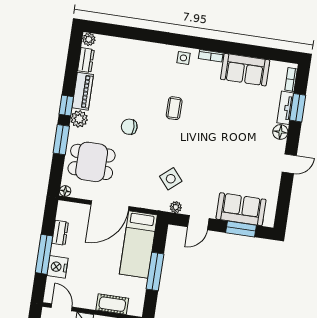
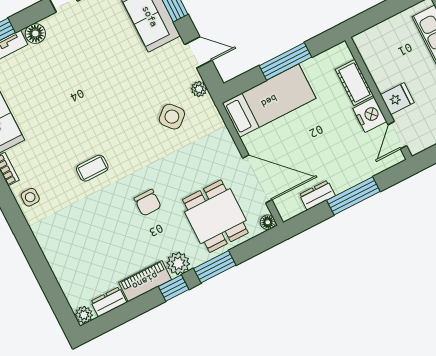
door: (110, 206) -> (257, 179), moved
nightstand: (58, 267) -> (370, 115), moved, turned -90

